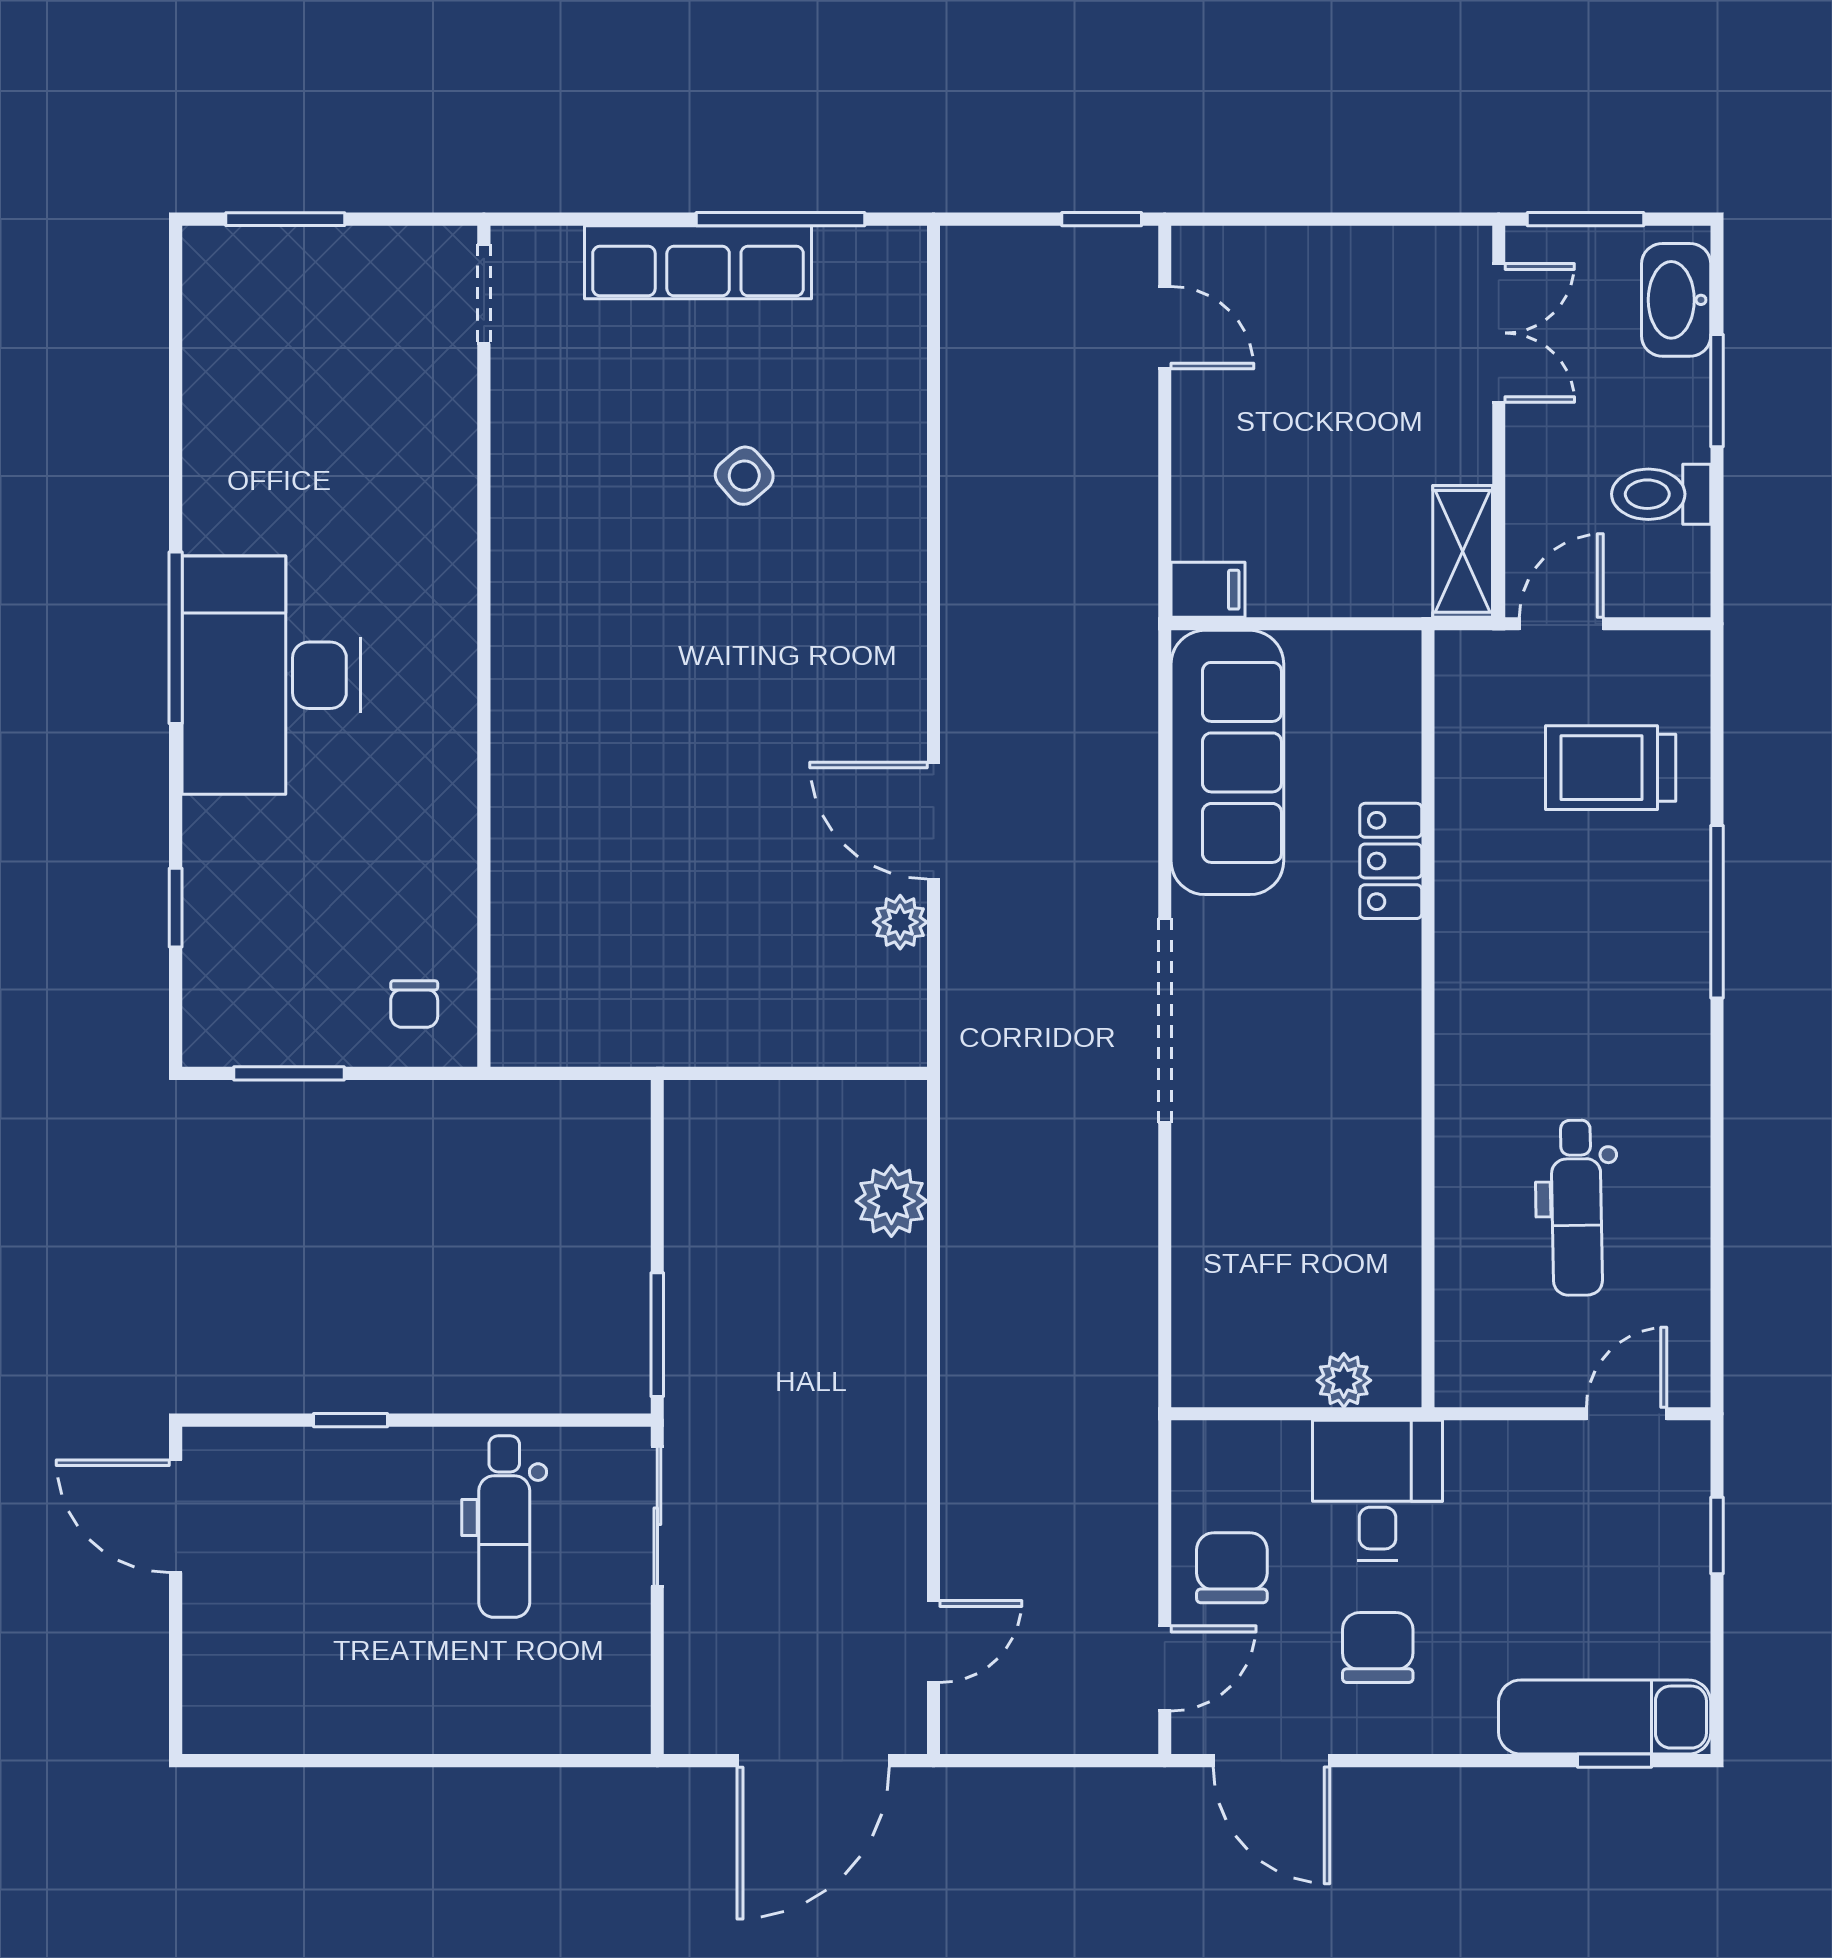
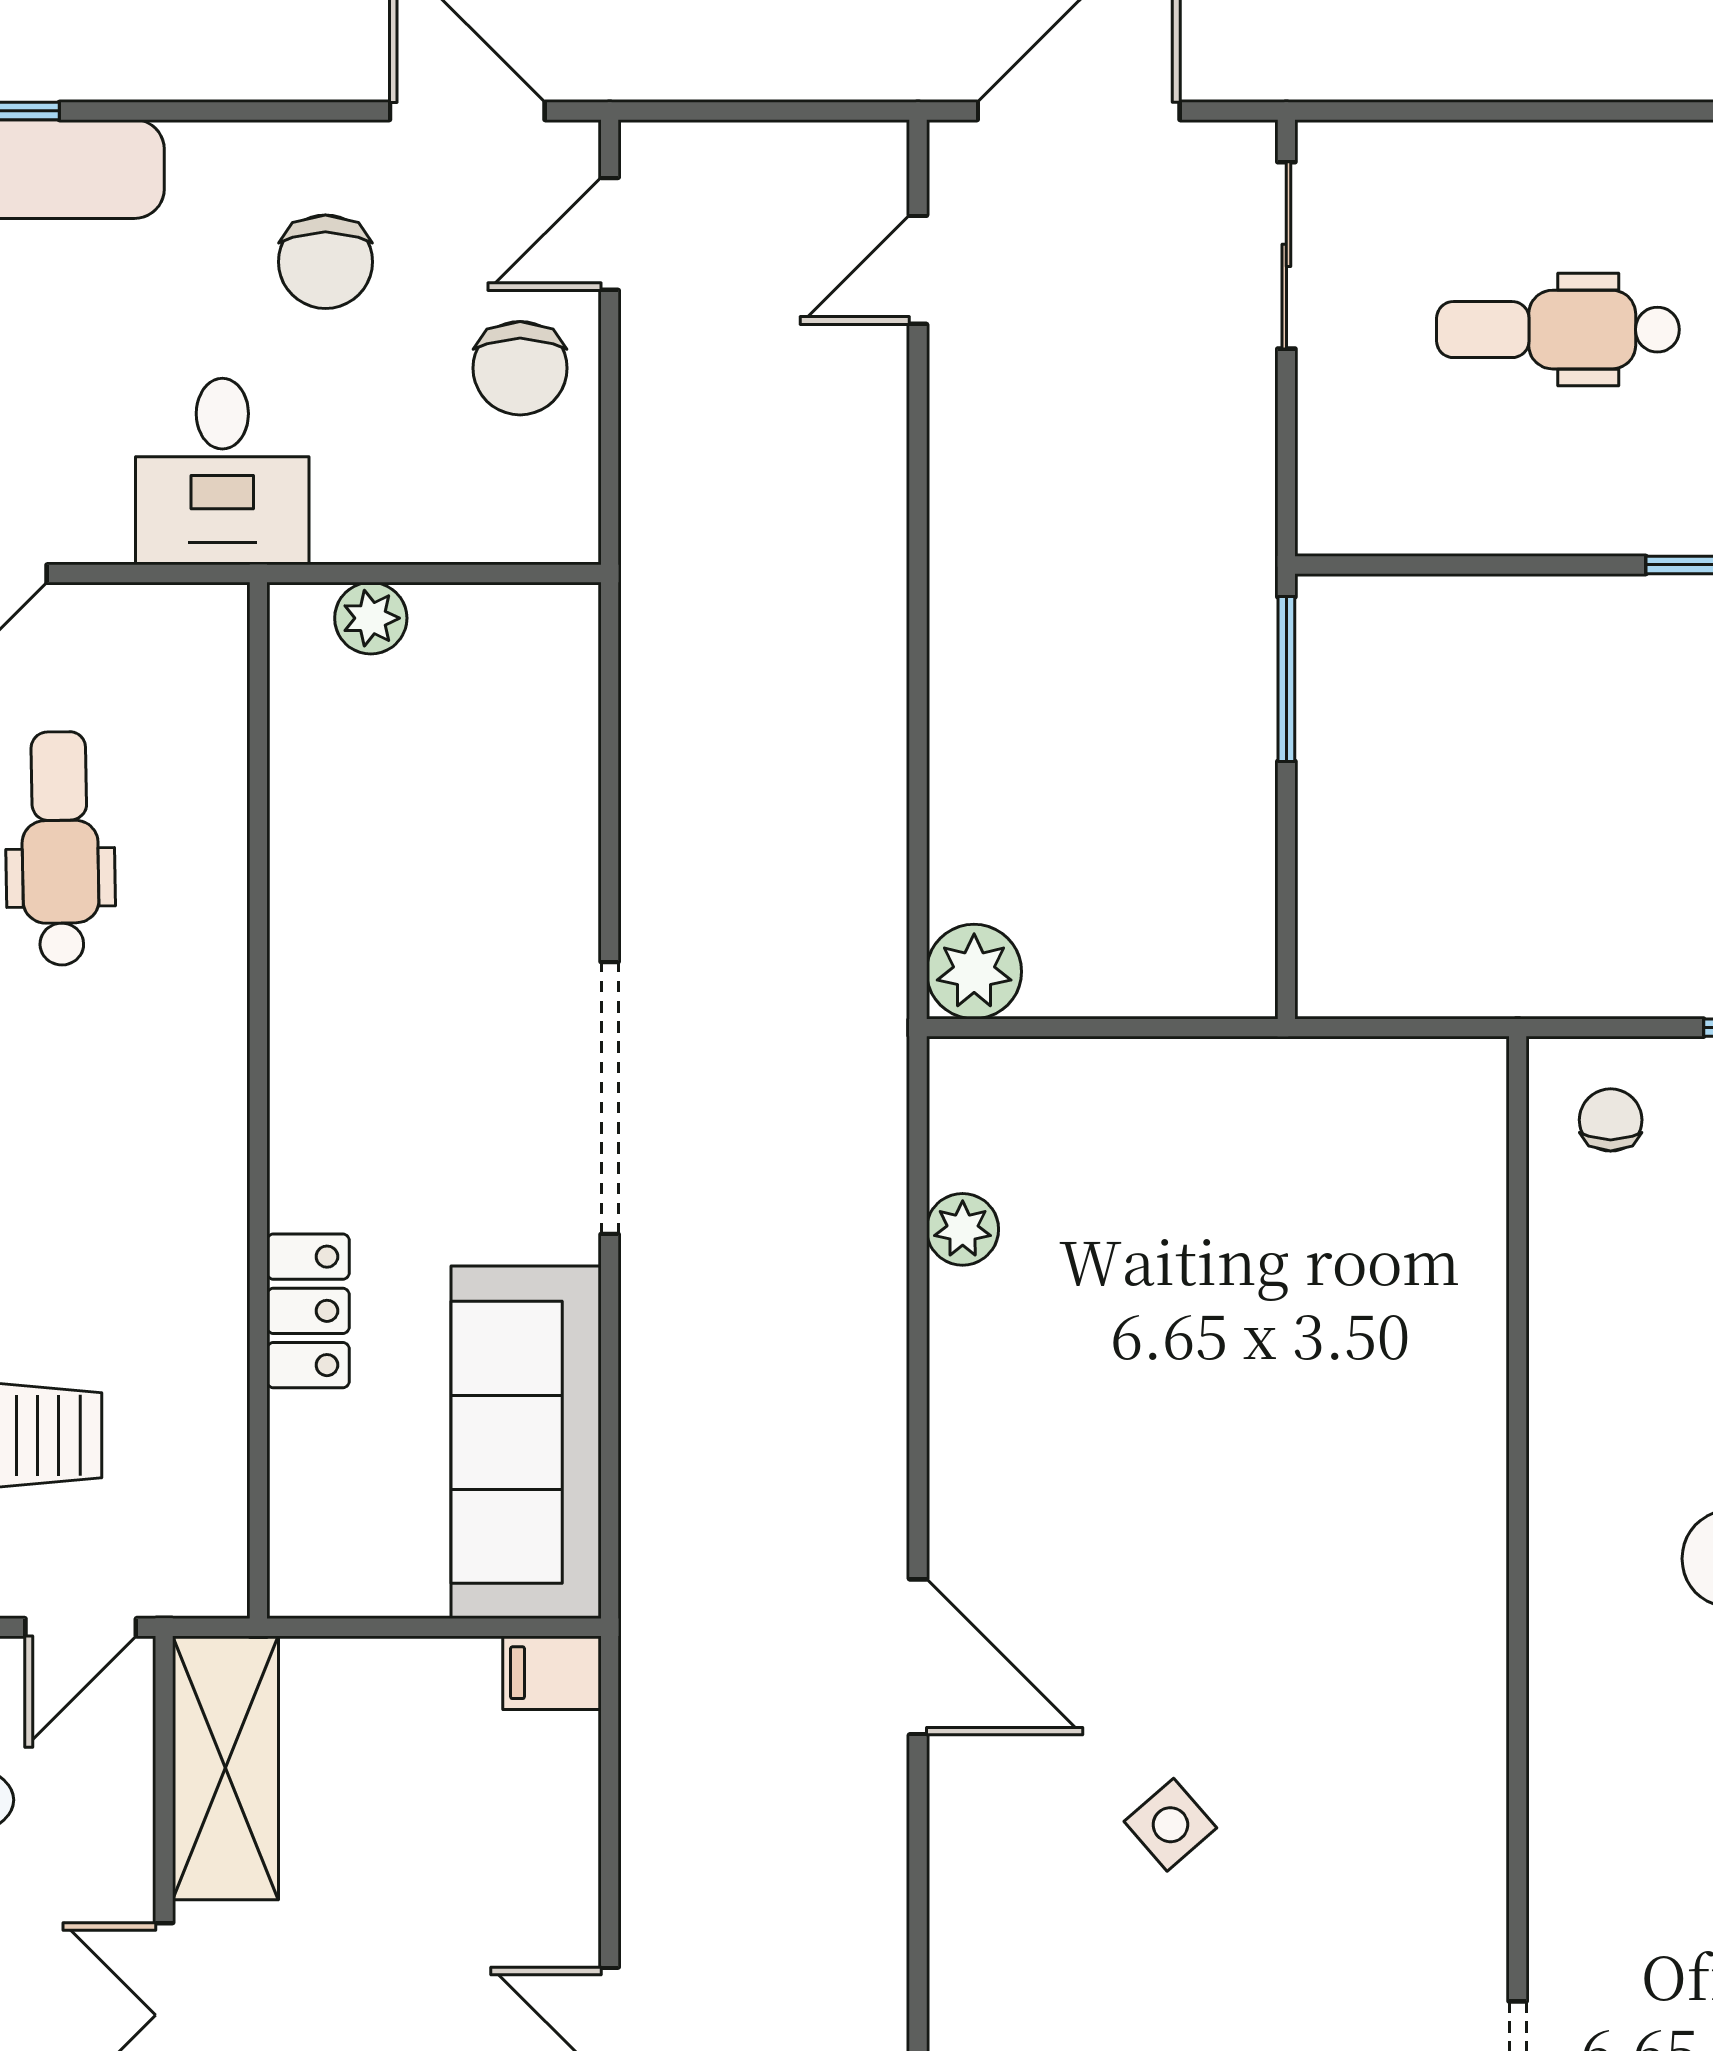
shelving: (1463, 551) -> (226, 1768), width x1.50, depth x1.33
door: (933, 821) -> (918, 1657), moved
plant: (891, 1201) -> (974, 972), moved
desk: (1378, 1490) -> (222, 472), moved
sliding door: (657, 1516) -> (1286, 255), moved
dental chair: (504, 1527) -> (1558, 330), moved, turned -90

